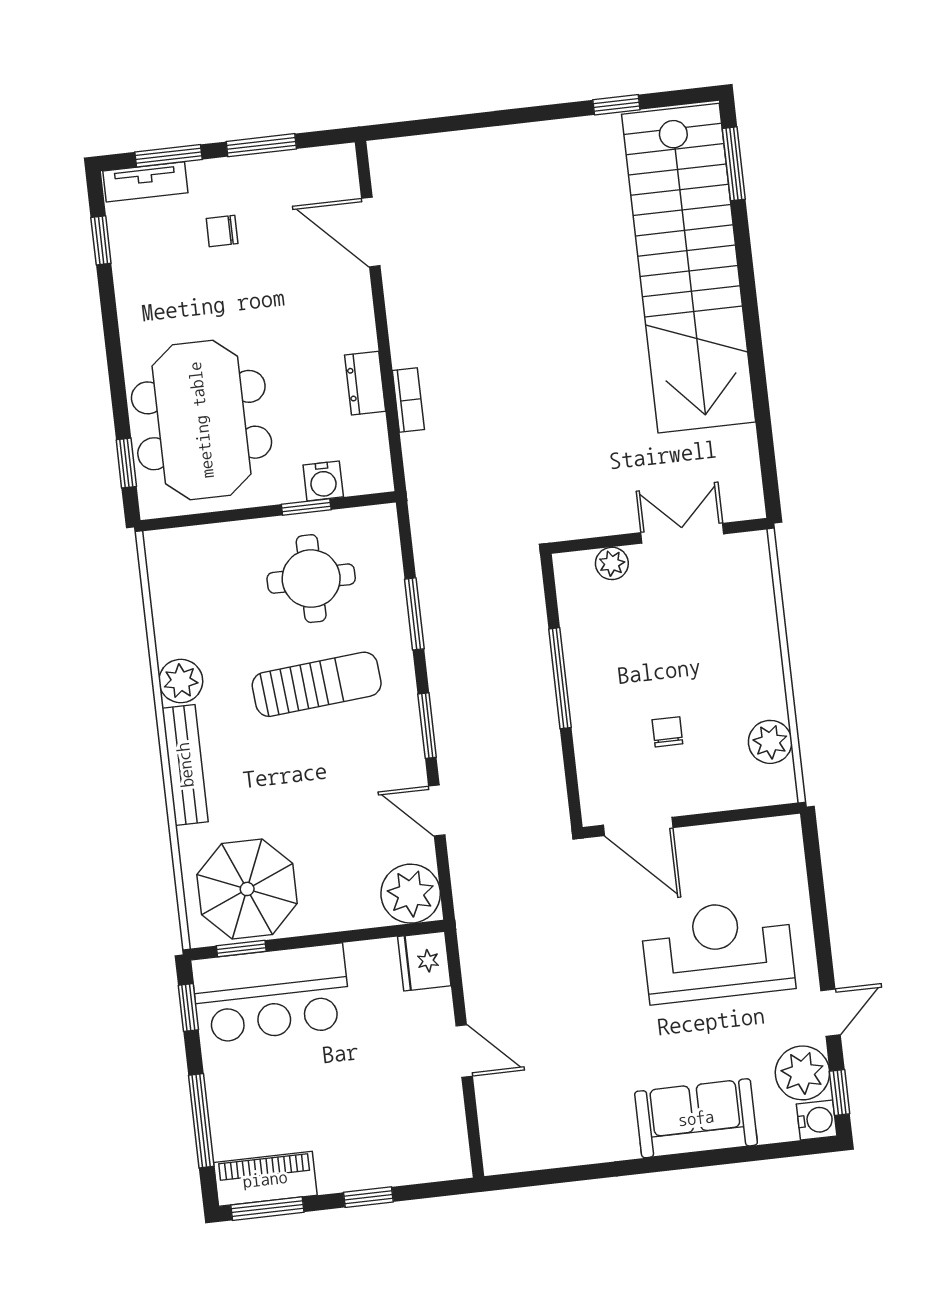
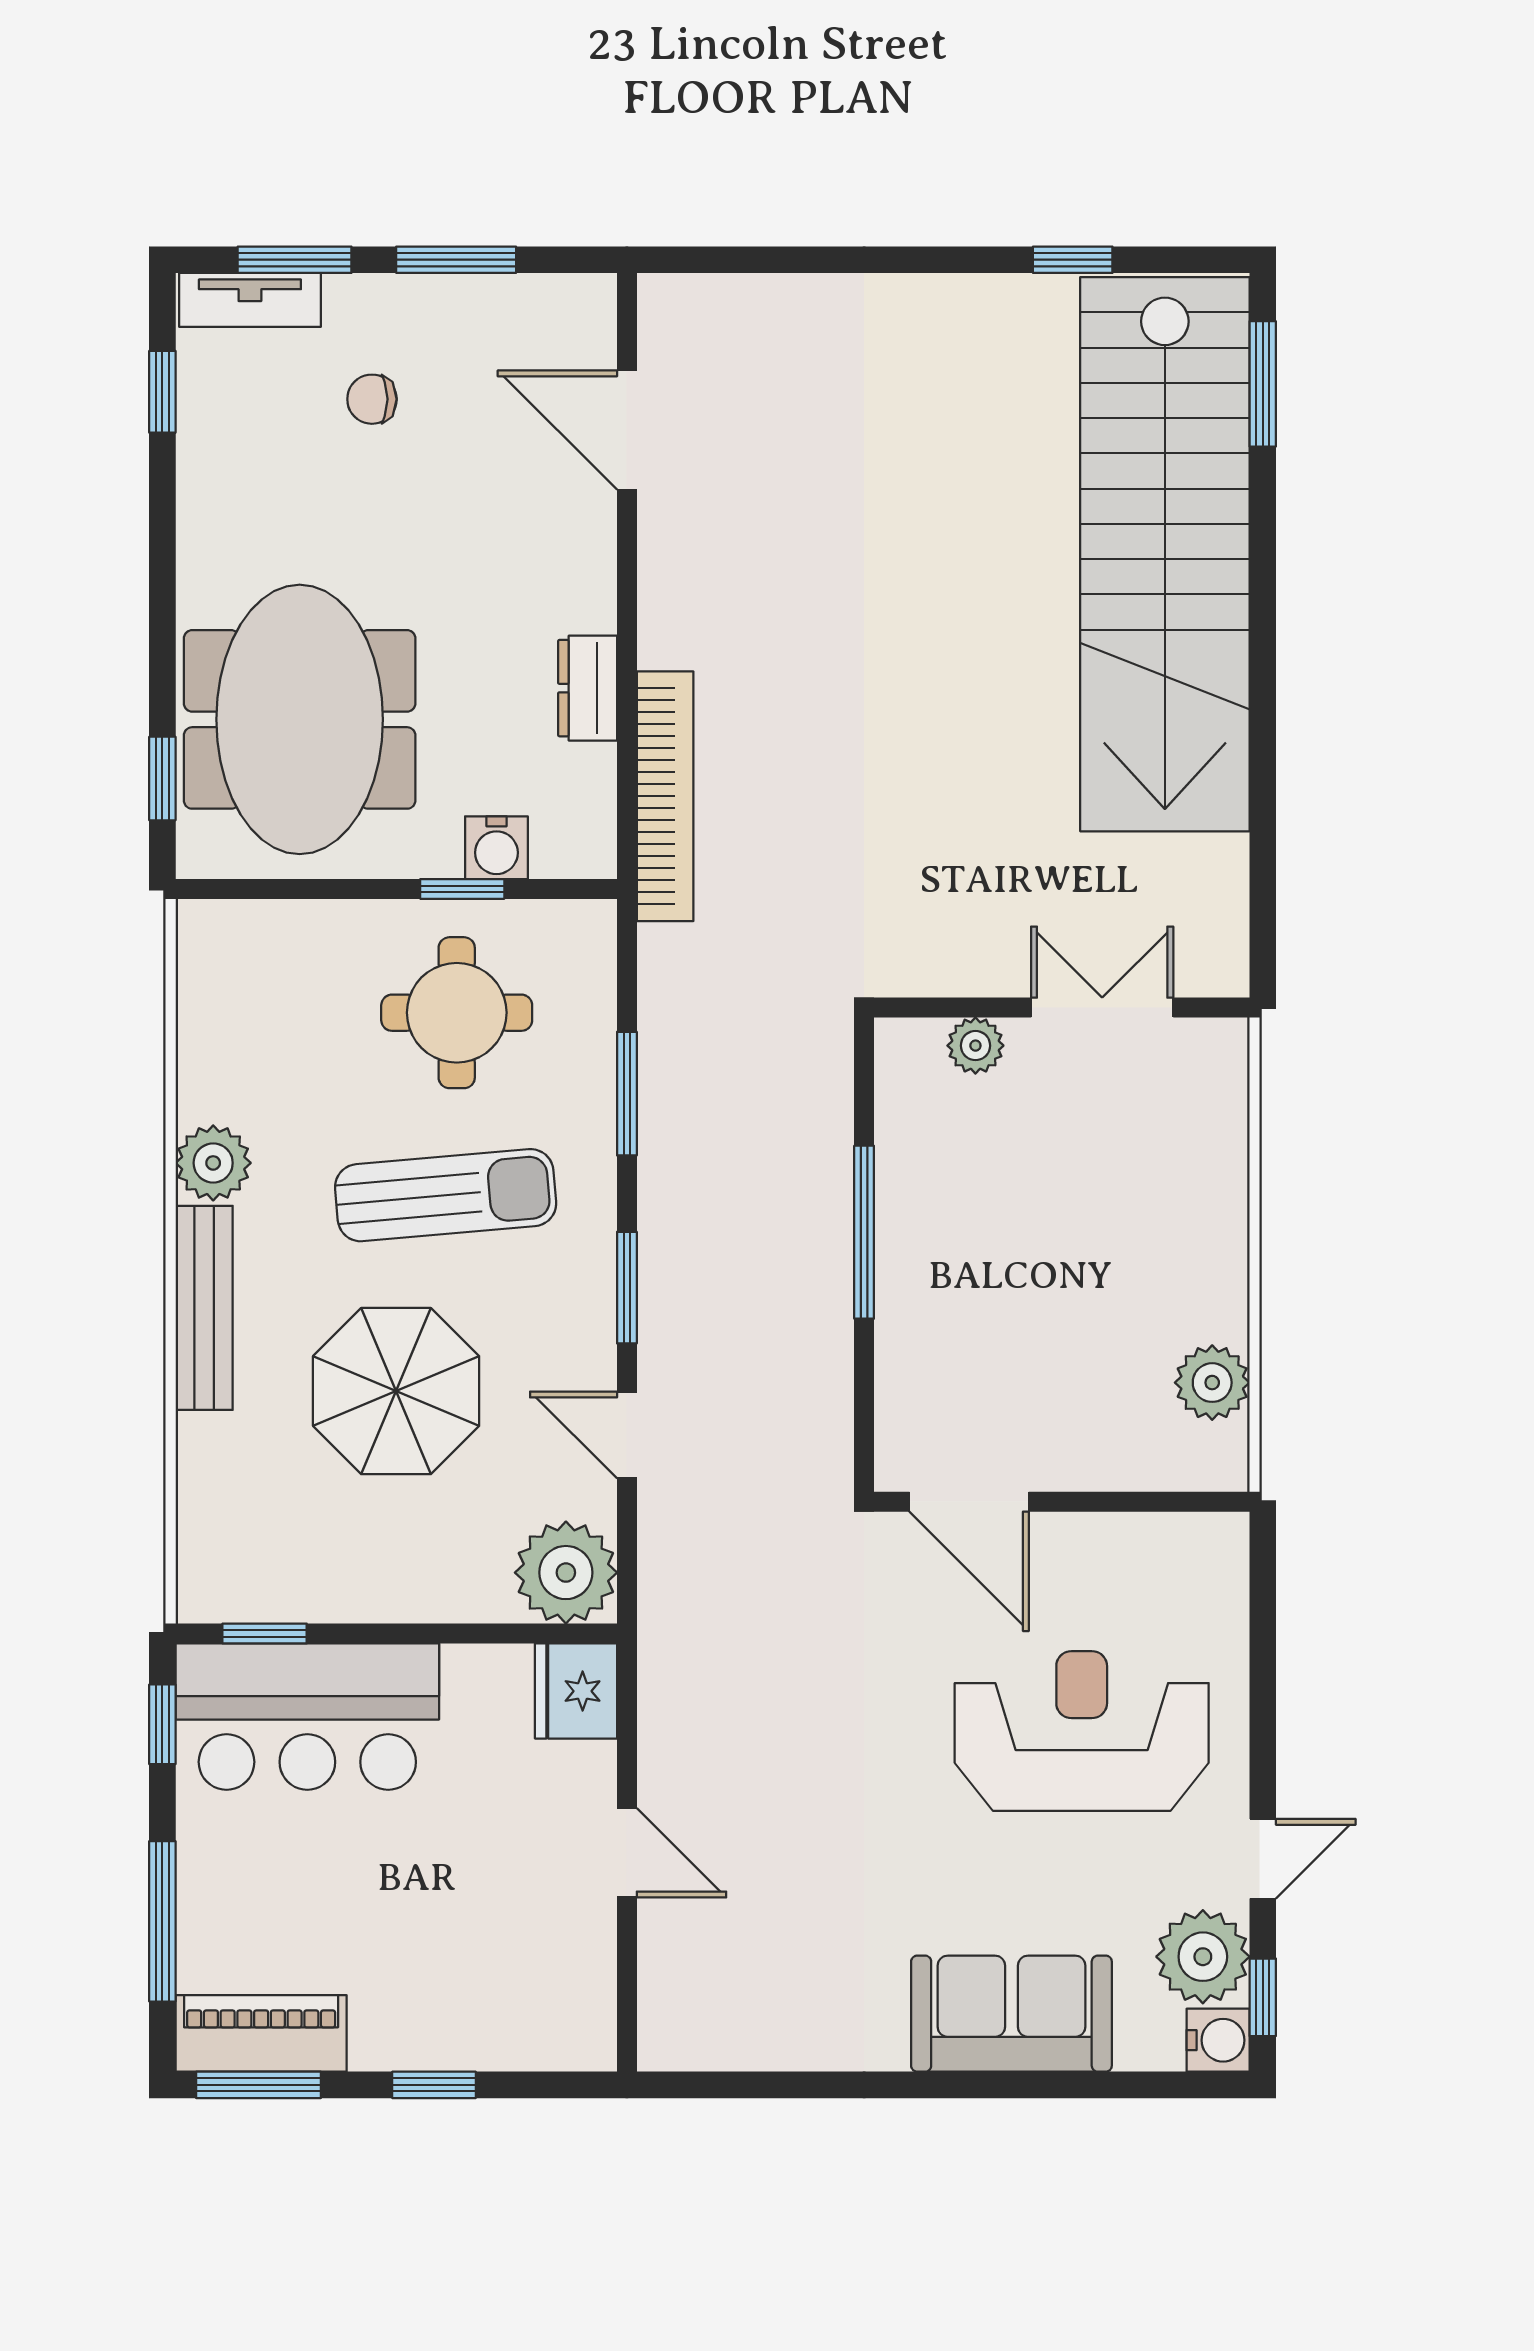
bookcase: (408, 400) -> (665, 796), width x2.31, depth x1.31
chair: (667, 732) -> (1038, 1345), removed
parasol: (247, 889) -> (396, 1391), moved

